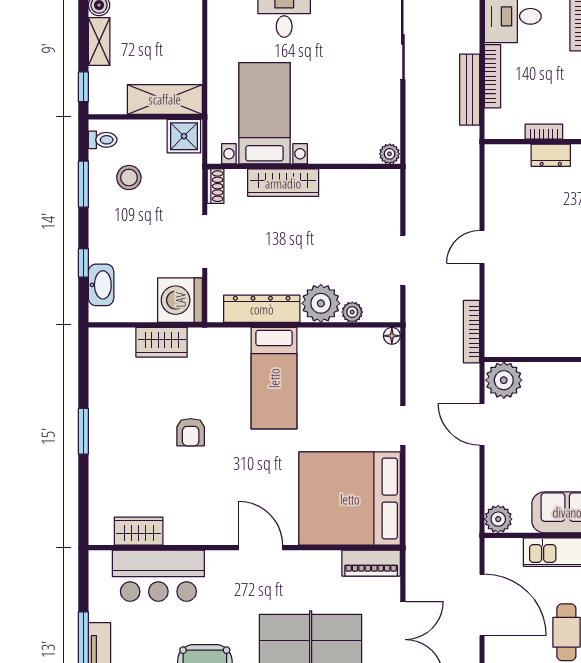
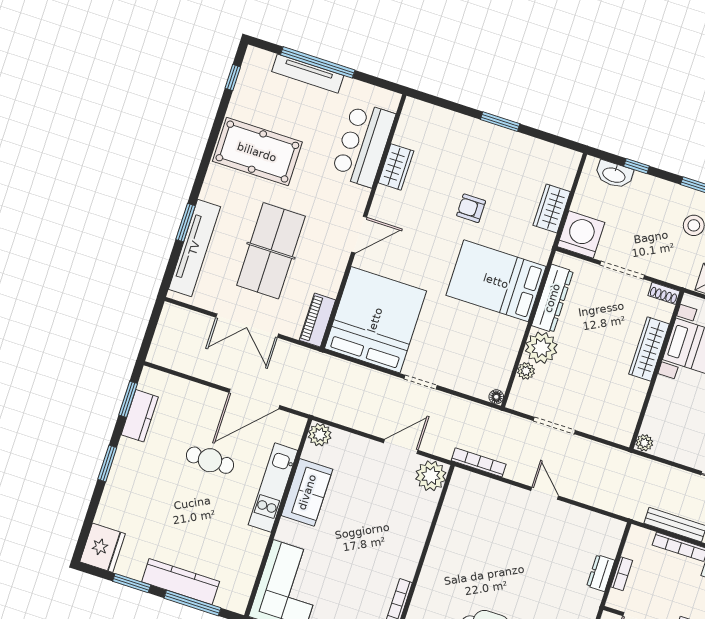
bed: (274, 378) -> (496, 281), width x1.50
wardrobe: (139, 531) -> (396, 167), moved

